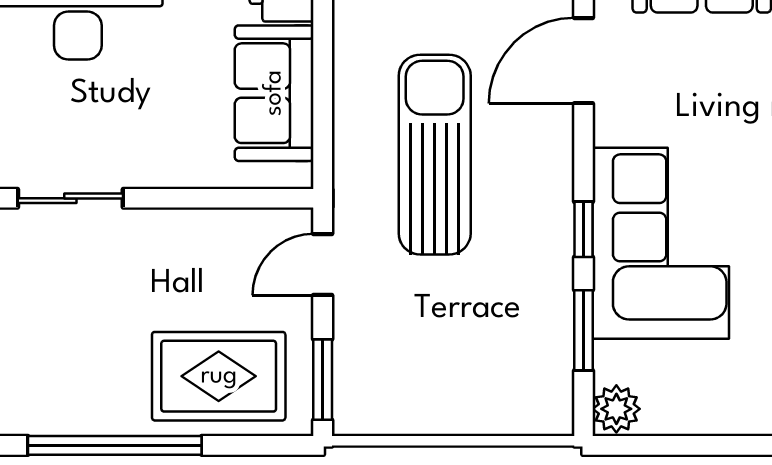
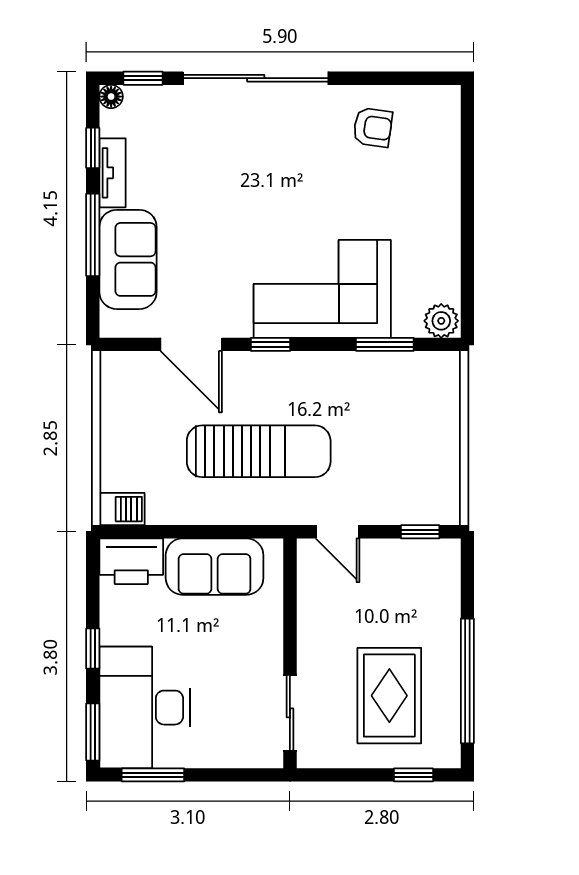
sun lounger: (435, 155) -> (259, 451), turned 180
window: (583, 229) -> (270, 344), moved
rug: (219, 376) -> (389, 696), moved
window: (323, 380) -> (420, 532), width x0.67

